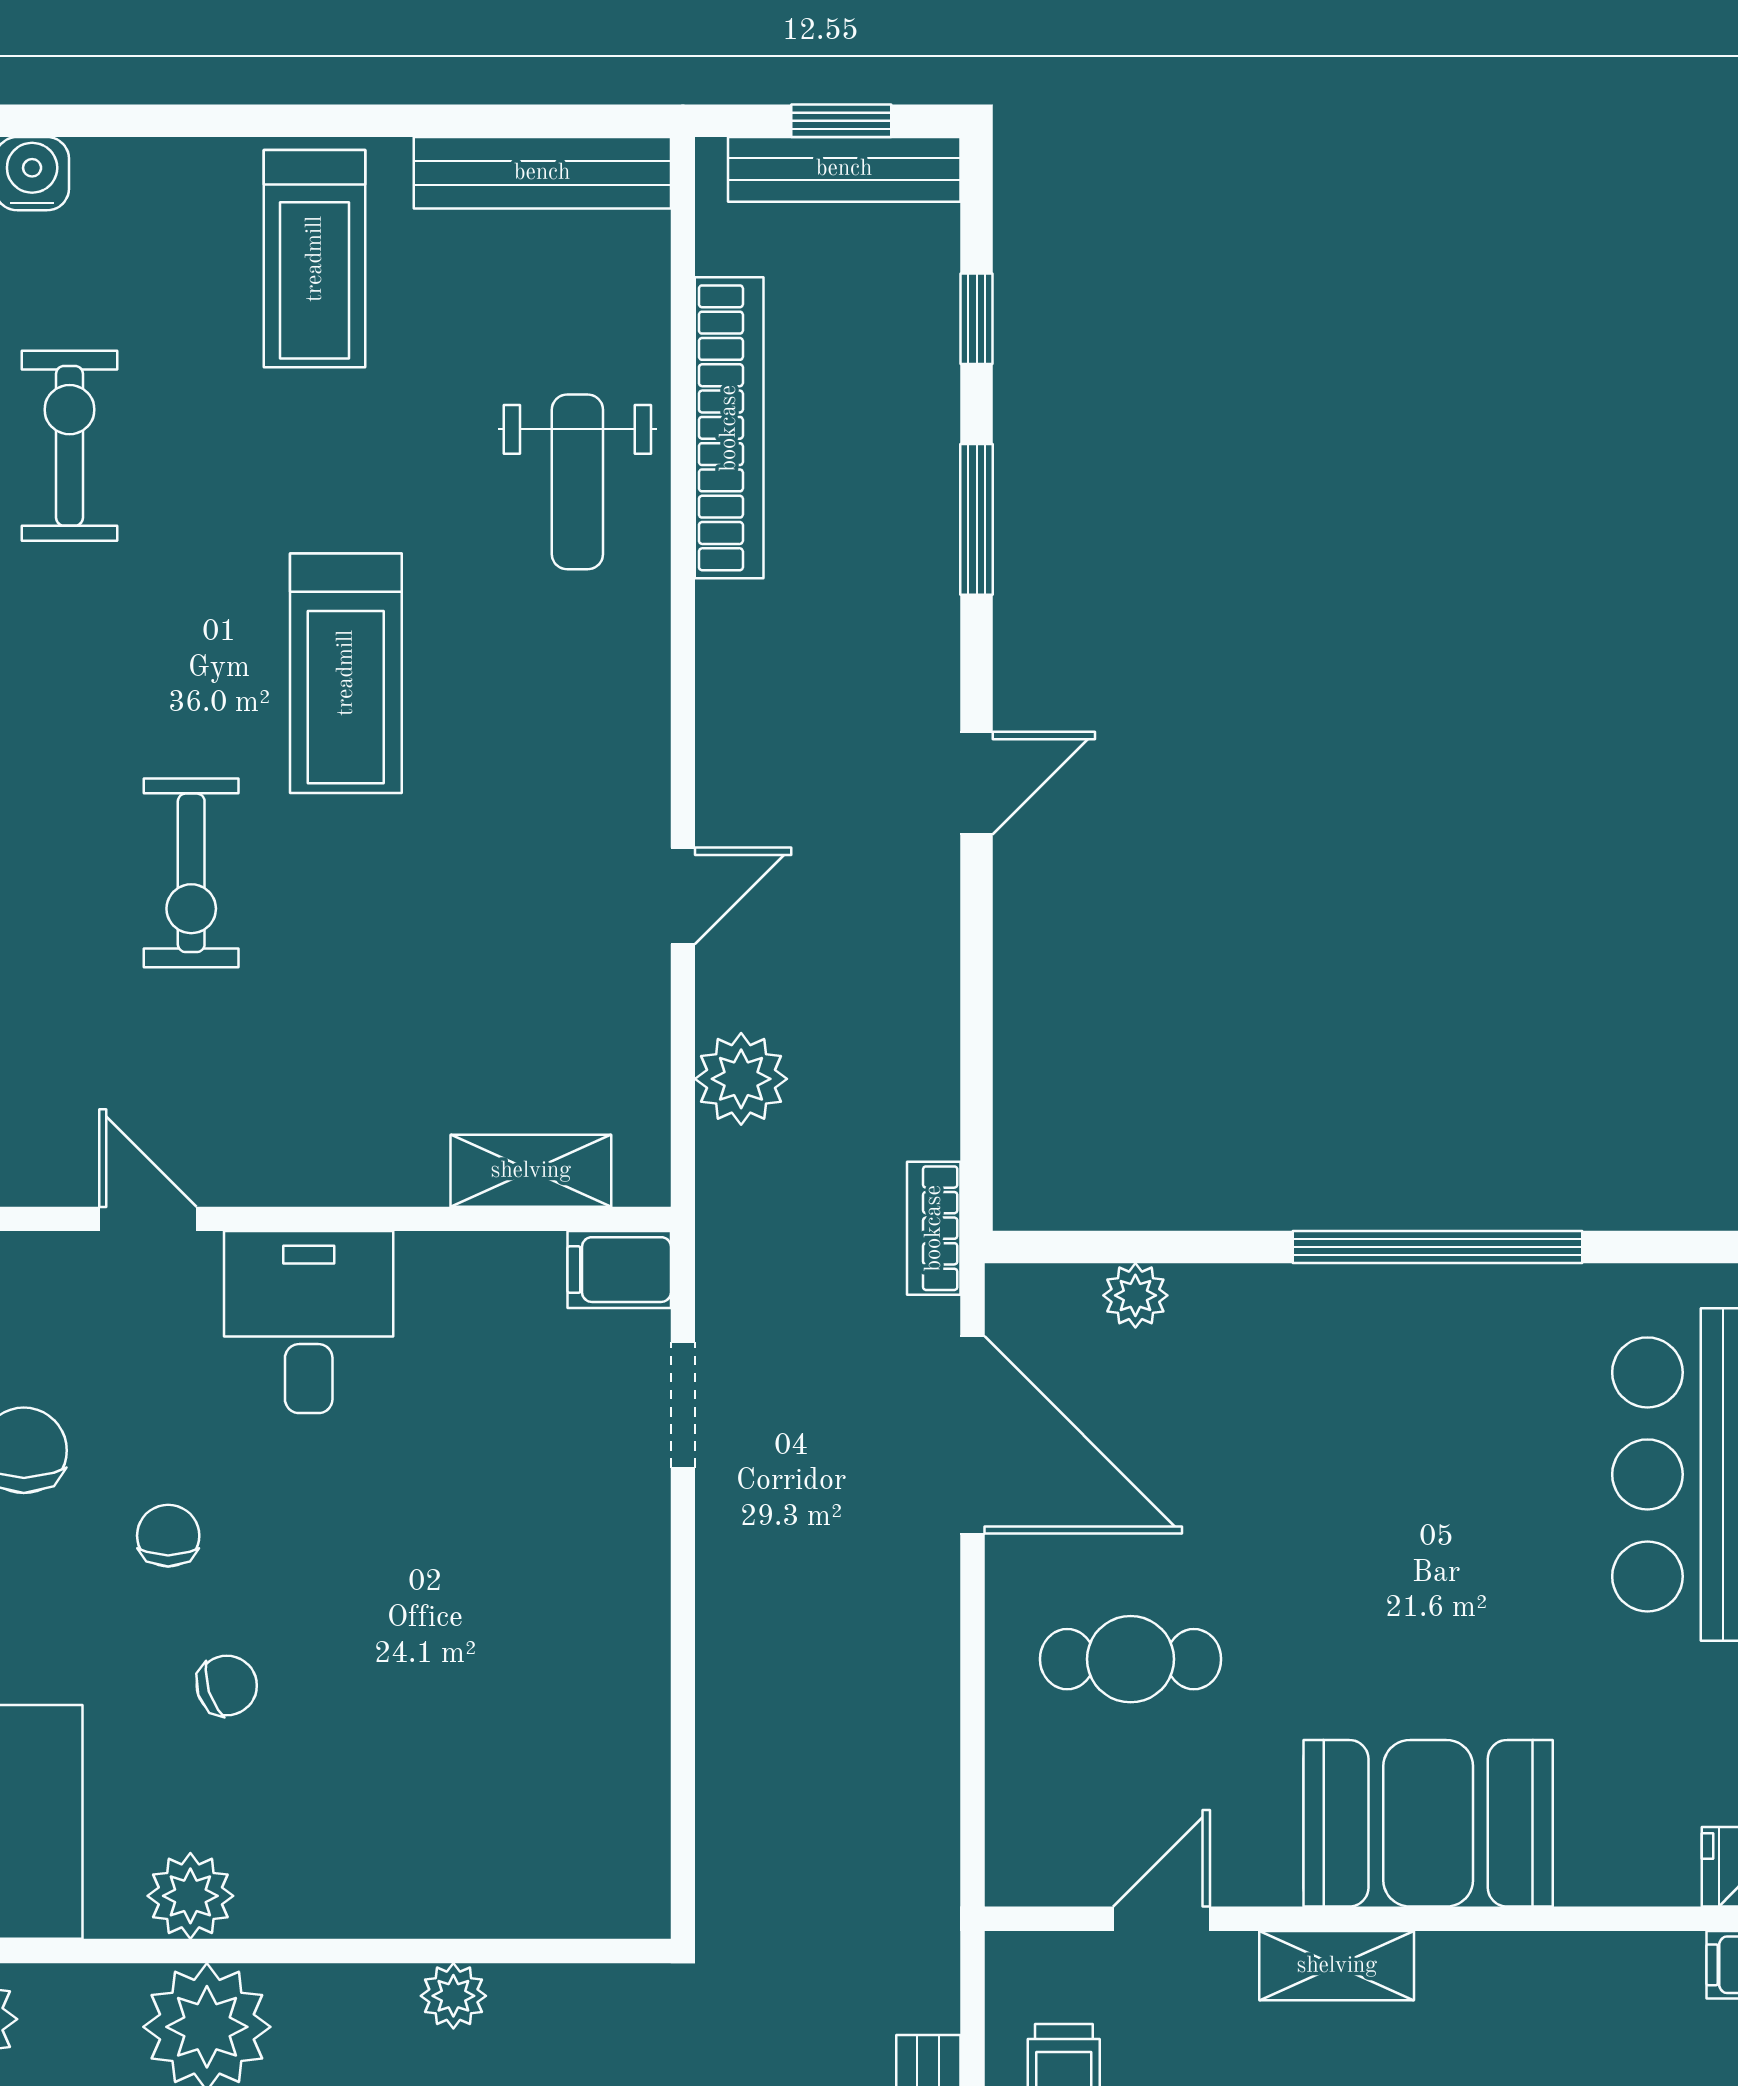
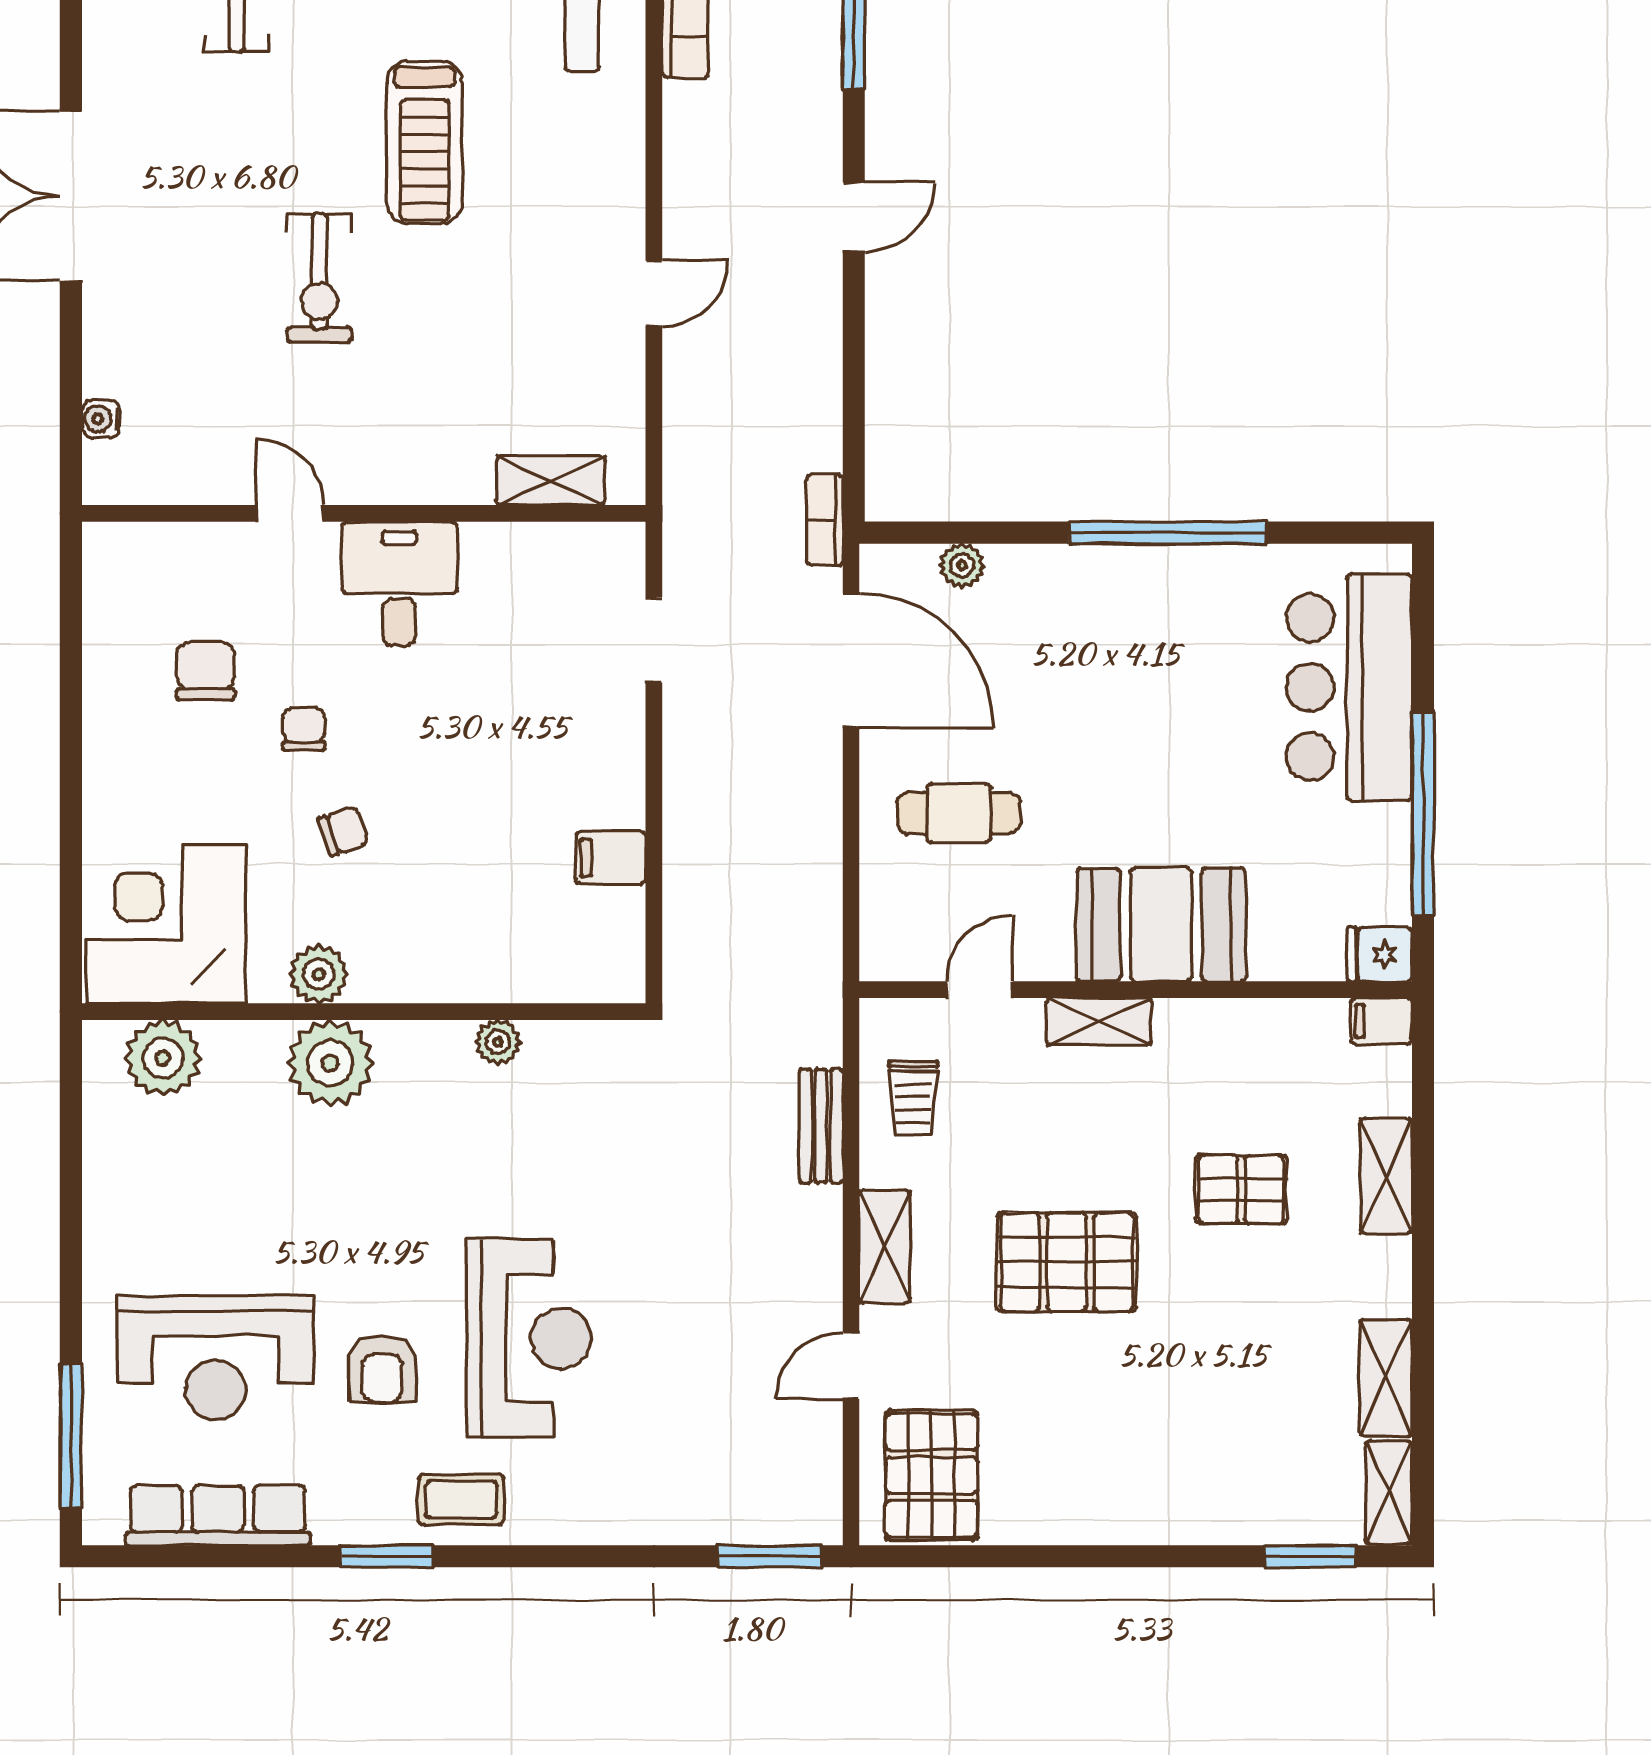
plant: (741, 1079) -> (694, 418), removed
filing cabinet: (619, 1270) -> (611, 858), moved

